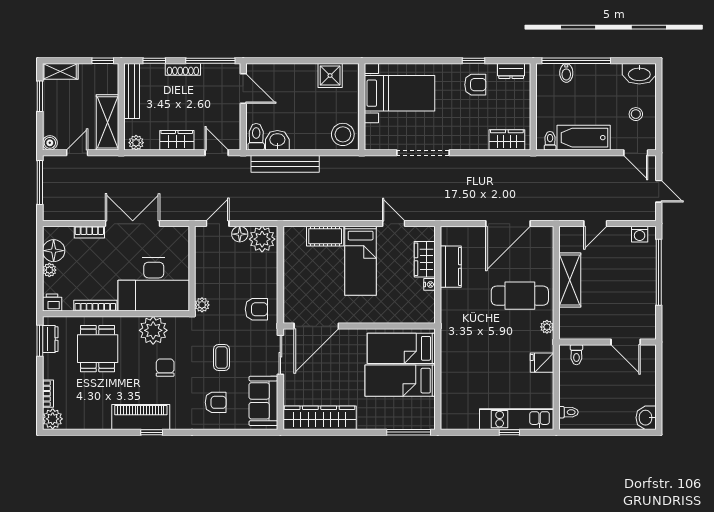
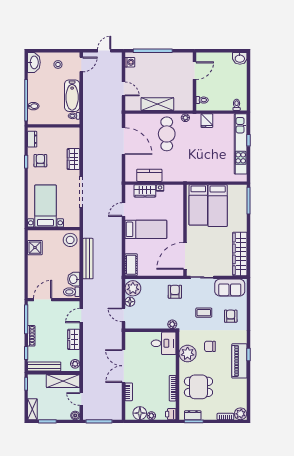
wardrobe: (507, 140) -> (73, 159), moved
bench: (285, 164) -> (88, 259), moved
cot: (325, 236) -> (131, 265), moved
desk: (154, 284) -> (164, 343), width x0.53, depth x0.77
door: (316, 326) -> (185, 256), swing flipped
kitchen unit: (517, 419) -> (241, 144), width x1.36

